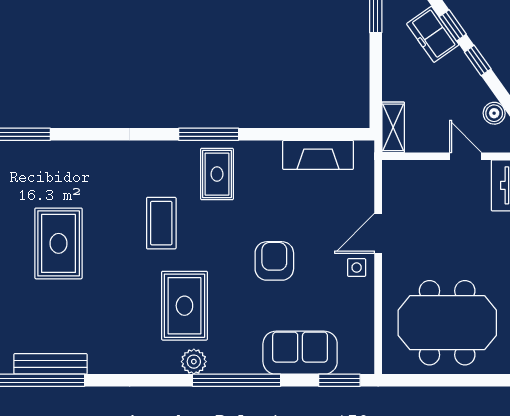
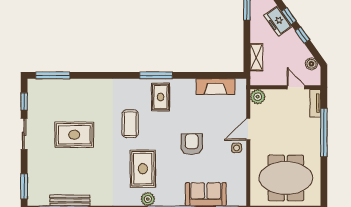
shelving: (393, 127) -> (256, 57), moved
plant: (395, 174) -> (258, 97), added
rug: (59, 243) -> (74, 135), turned 90

